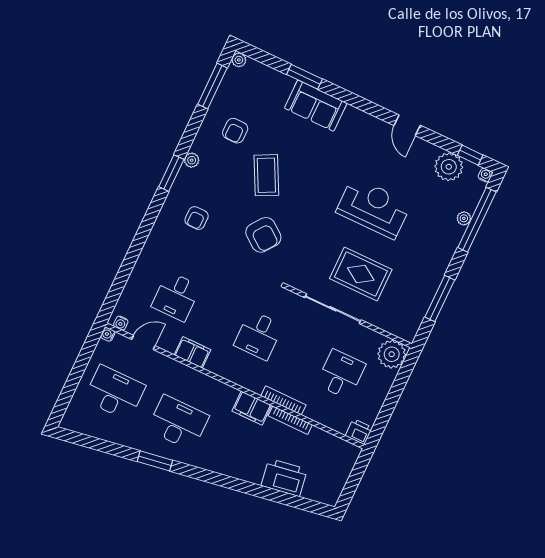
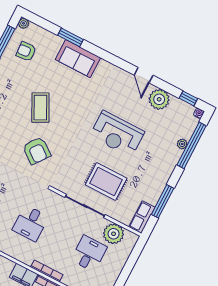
armchair: (235, 131) -> (26, 51), moved, turned 86
plant: (449, 167) -> (159, 99), moved
reception desk: (374, 208) -> (117, 134), turned 180
row of seats: (412, 321) -> (142, 217), added
plant: (392, 354) -> (114, 234), moved

